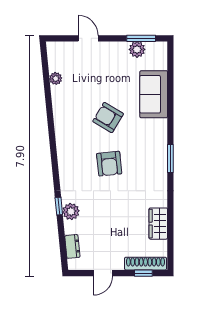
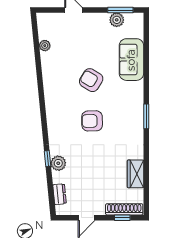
armchair: (109, 164) -> (92, 121), turned 95

